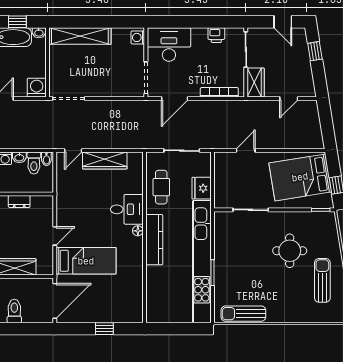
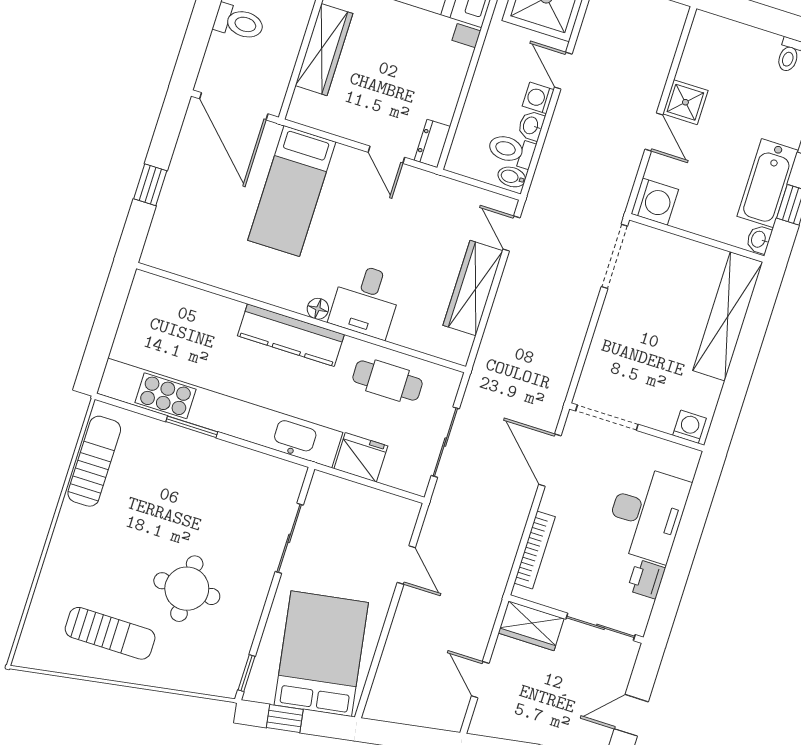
desk: (169, 44) -> (647, 514), moved
dresser: (19, 201) -> (432, 143), moved
door: (55, 236) -> (386, 155), moved

